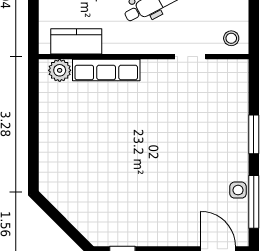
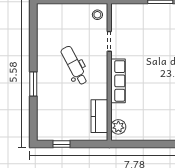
row of seats: (106, 70) -> (118, 81), moved

